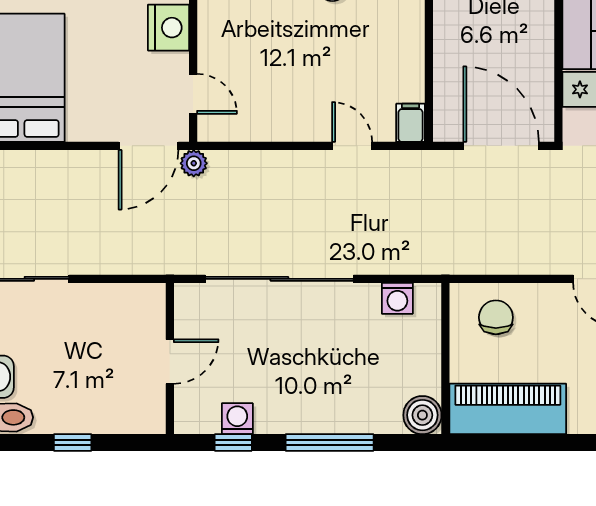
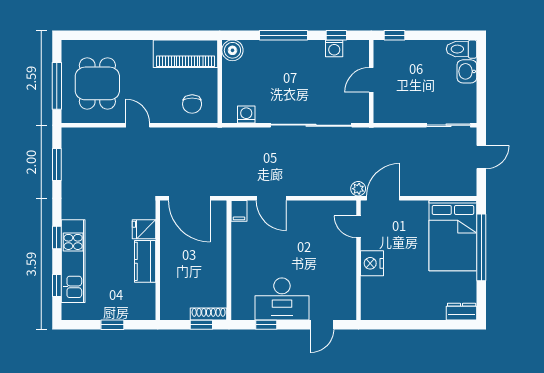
door: (352, 146) -> (271, 198), width x1.38
window: (73, 442) -> (395, 35), moved

